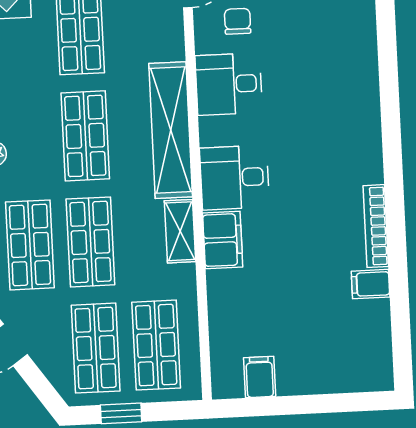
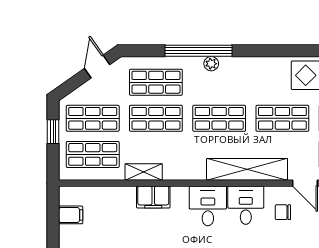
chair: (238, 21) -> (283, 212), turned 180
shelving: (171, 130) -> (247, 169), moved
desk: (235, 178) -> (208, 206), moved
shelving: (180, 231) -> (144, 172), moved

